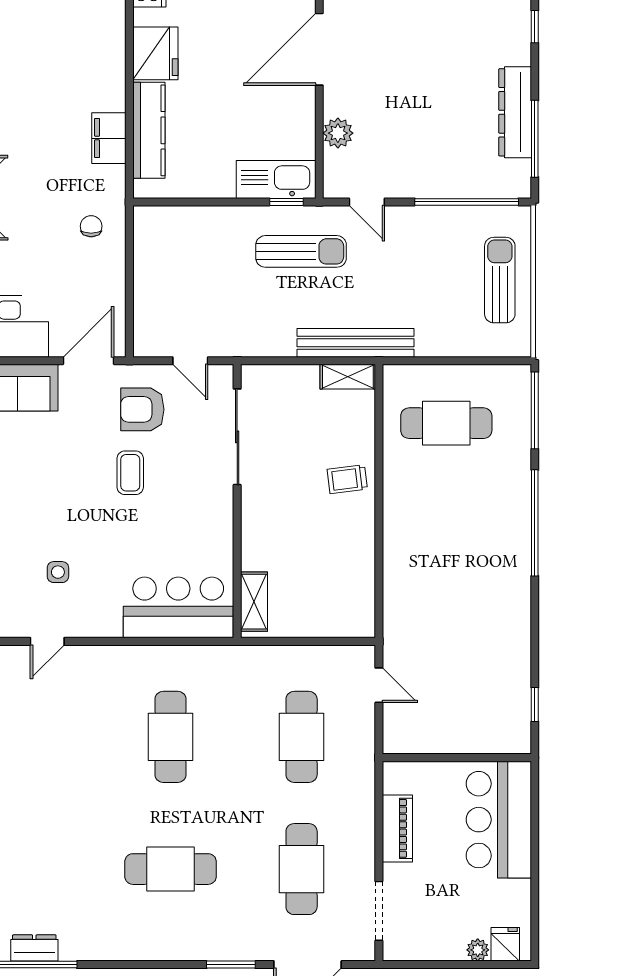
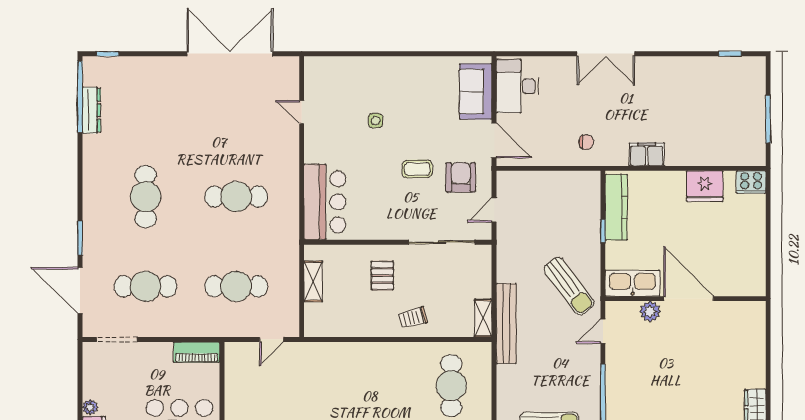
door: (319, 49) -> (689, 299), moved
kitchen counter: (149, 130) -> (616, 207), moved, turned -90
kitchen sink: (276, 179) -> (632, 283), moved, turned -90
window: (287, 202) -> (603, 231), moved
sun lounger: (301, 251) -> (569, 286), turned -37
trolley: (347, 479) -> (413, 318), turned -97
pallet: (286, 524) -> (382, 276), added
side table: (58, 572) -> (376, 121), moved
shelving: (254, 602) -> (313, 281), moved, turned 90
piano: (397, 828) -> (197, 352), moved
dresser: (34, 948) -> (91, 110), width x1.44

